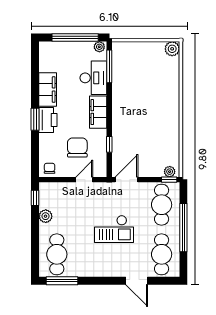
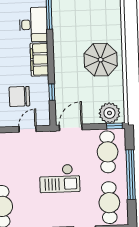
parasol: (158, 114) -> (101, 60), added
chair: (77, 148) -> (19, 96), turned -90
plant: (170, 172) -> (109, 113), width x1.87, depth x1.87

